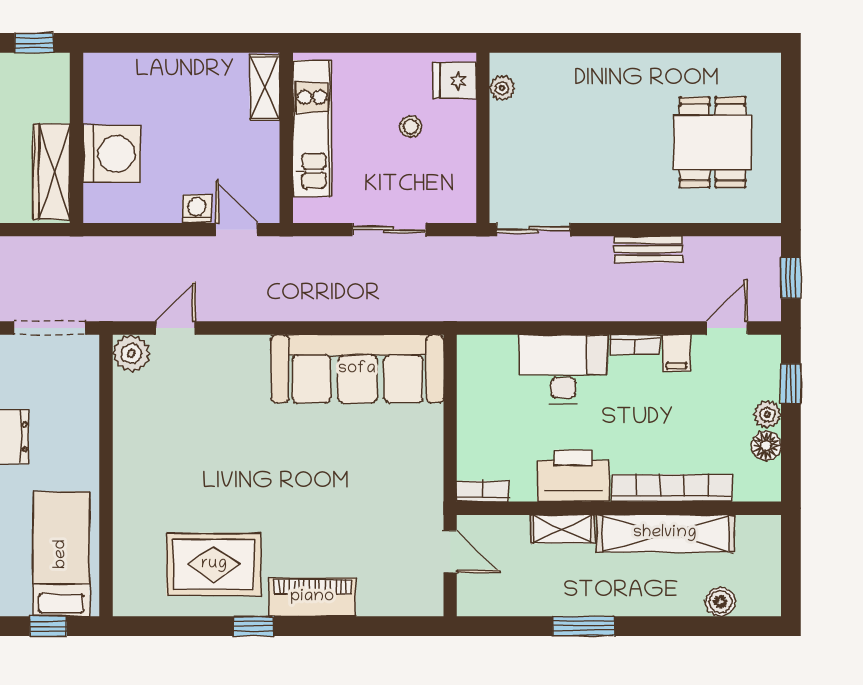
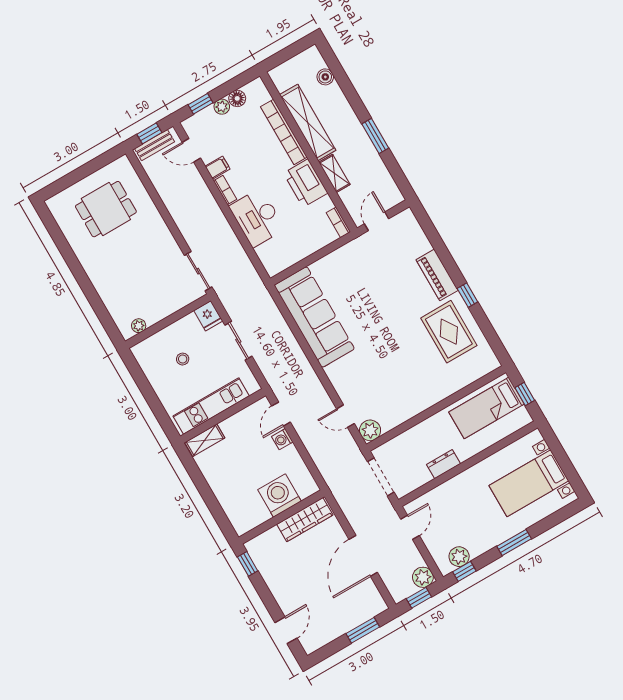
fridge: (455, 80) -> (208, 316), moved
bench: (648, 249) -> (155, 145), moved, turned 90

